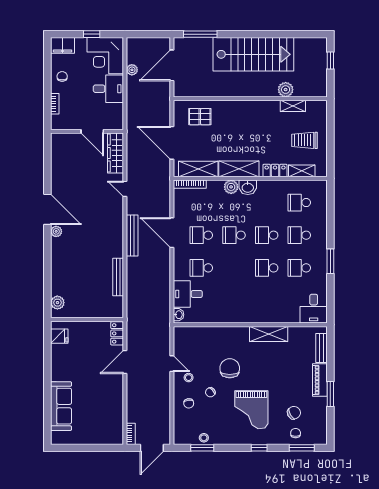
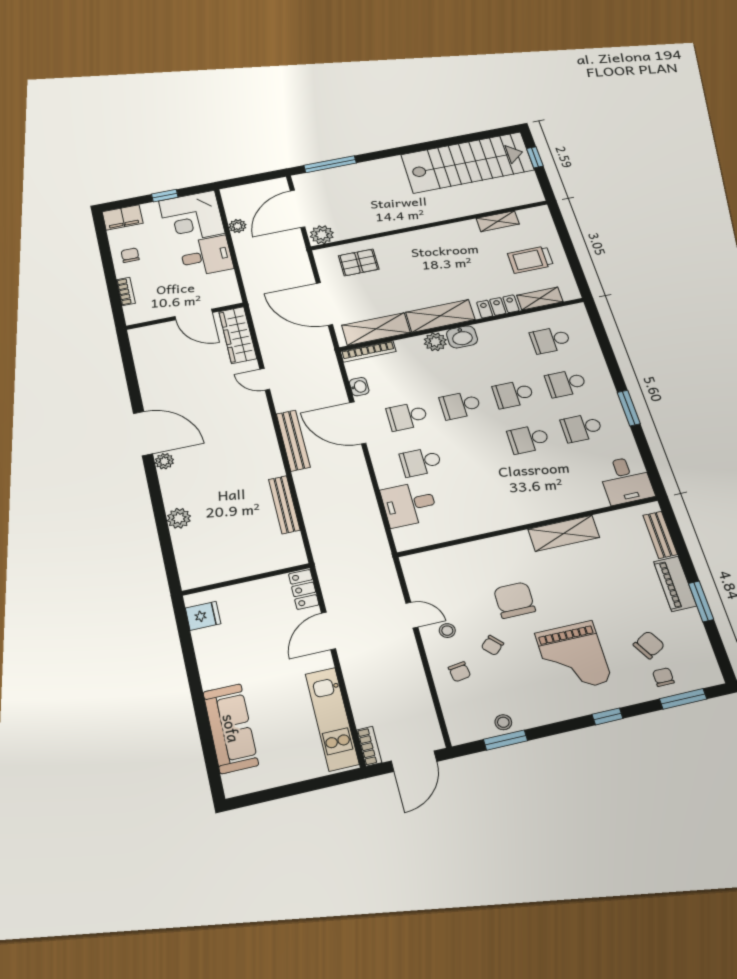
stairs: (253, 54) -> (467, 162), moved
plant: (286, 90) -> (322, 235), moved
plant: (57, 303) -> (179, 518), moved
washbasin: (179, 315) -> (359, 387), moved
kitchen unit: (115, 414) -> (332, 719), added

